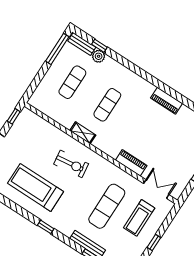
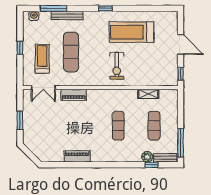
shelving: (83, 133) -> (148, 94), moved
exercise bike: (71, 164) -> (117, 66), turned -83
treadmill: (35, 187) -> (131, 32), turned 180

